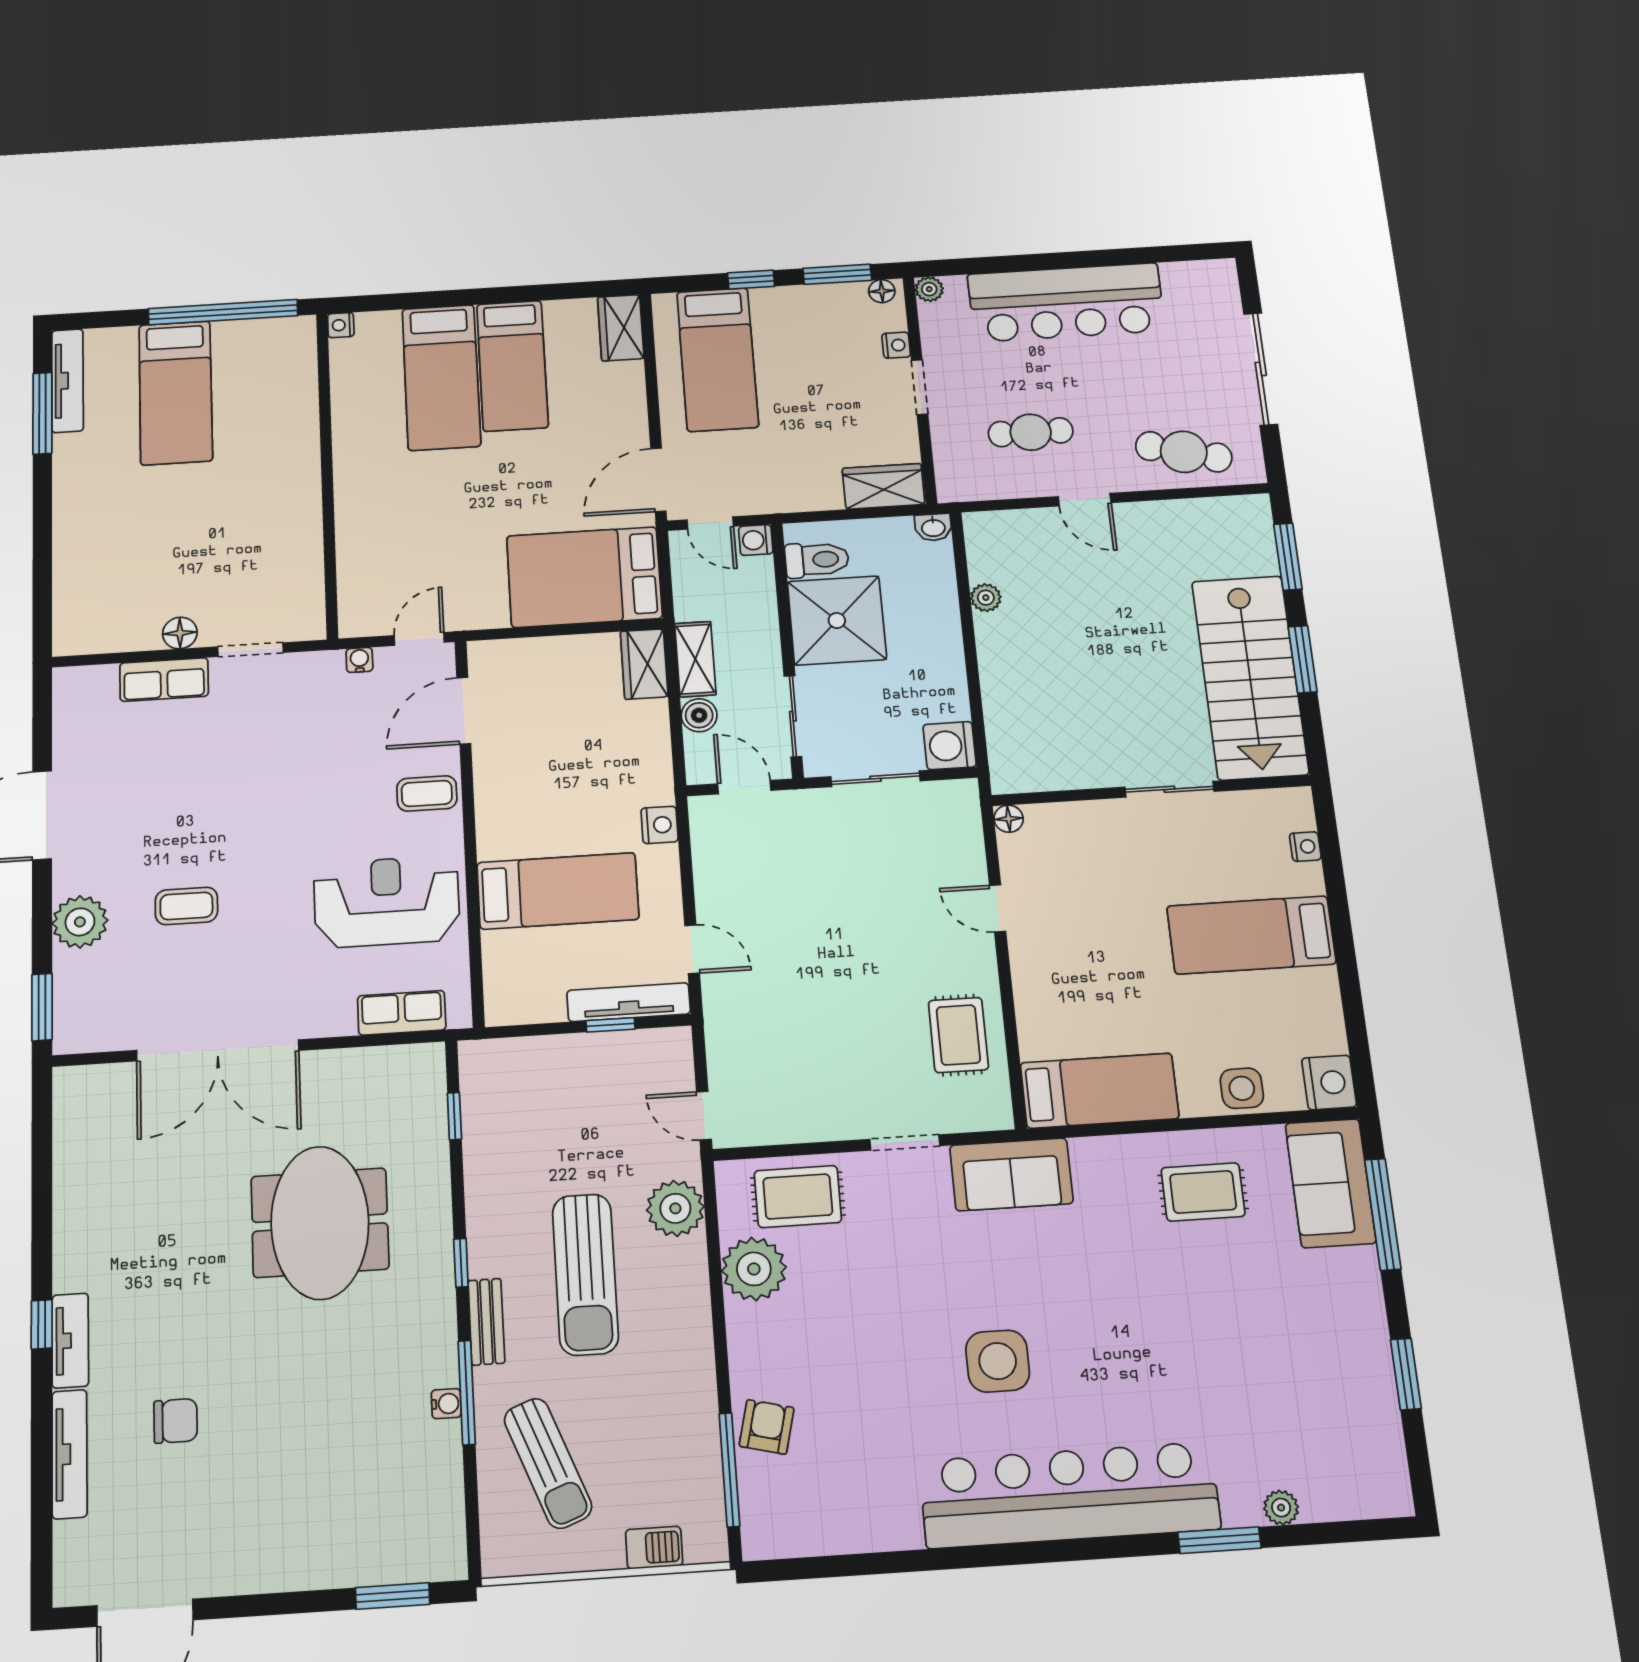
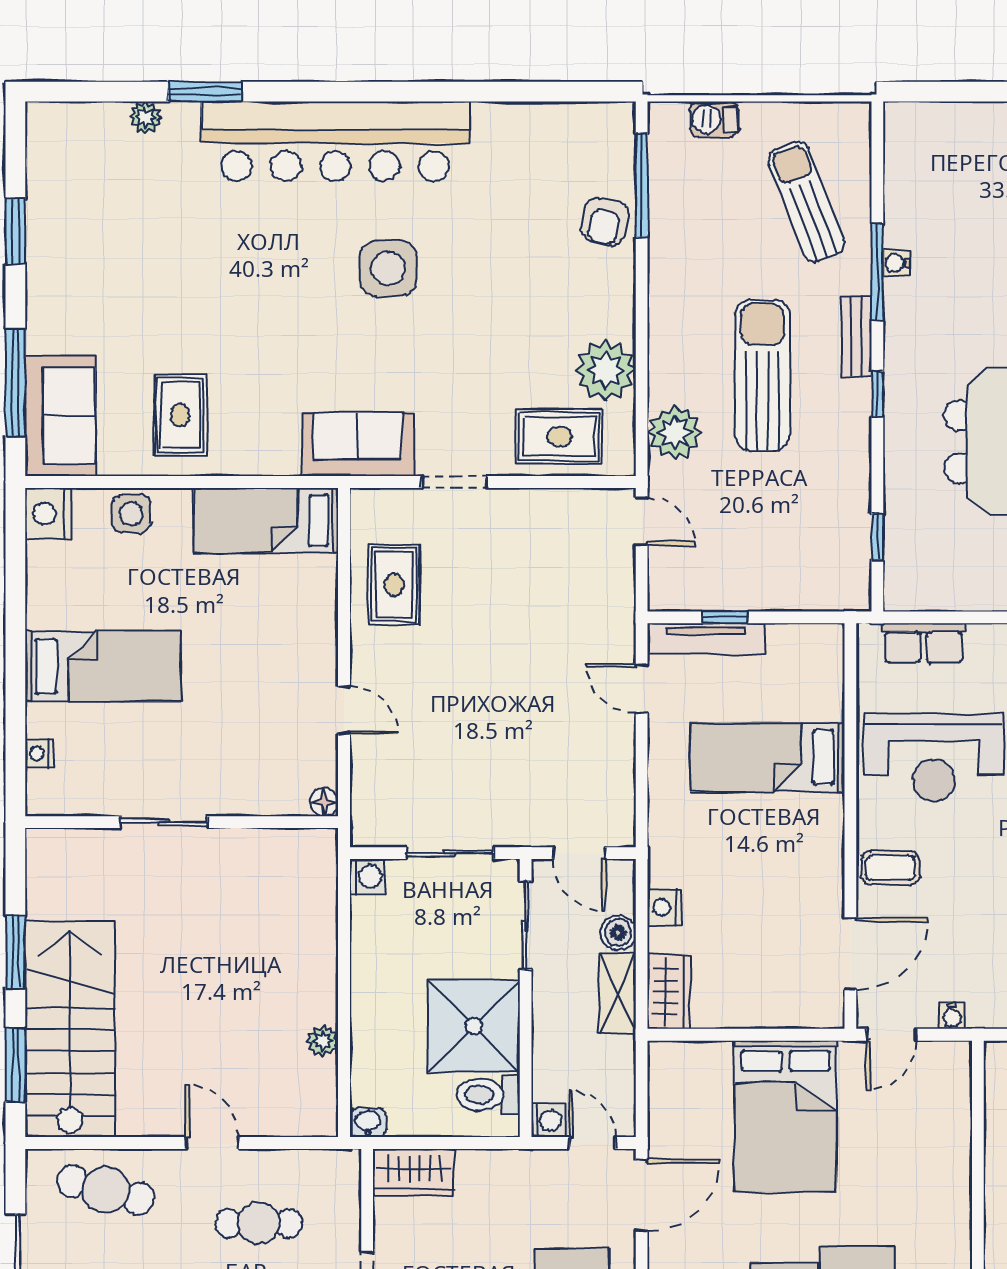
bed: (584, 577) -> (786, 1116), moved, turned 90
stairs: (1250, 677) -> (70, 1029), moved
washing machine: (950, 746) -> (367, 877), width x0.73, depth x0.73
nightstand: (660, 825) -> (665, 907), moved
rug: (1203, 1192) -> (180, 415), turned 90
window: (393, 1596) -> (952, 92), removed

